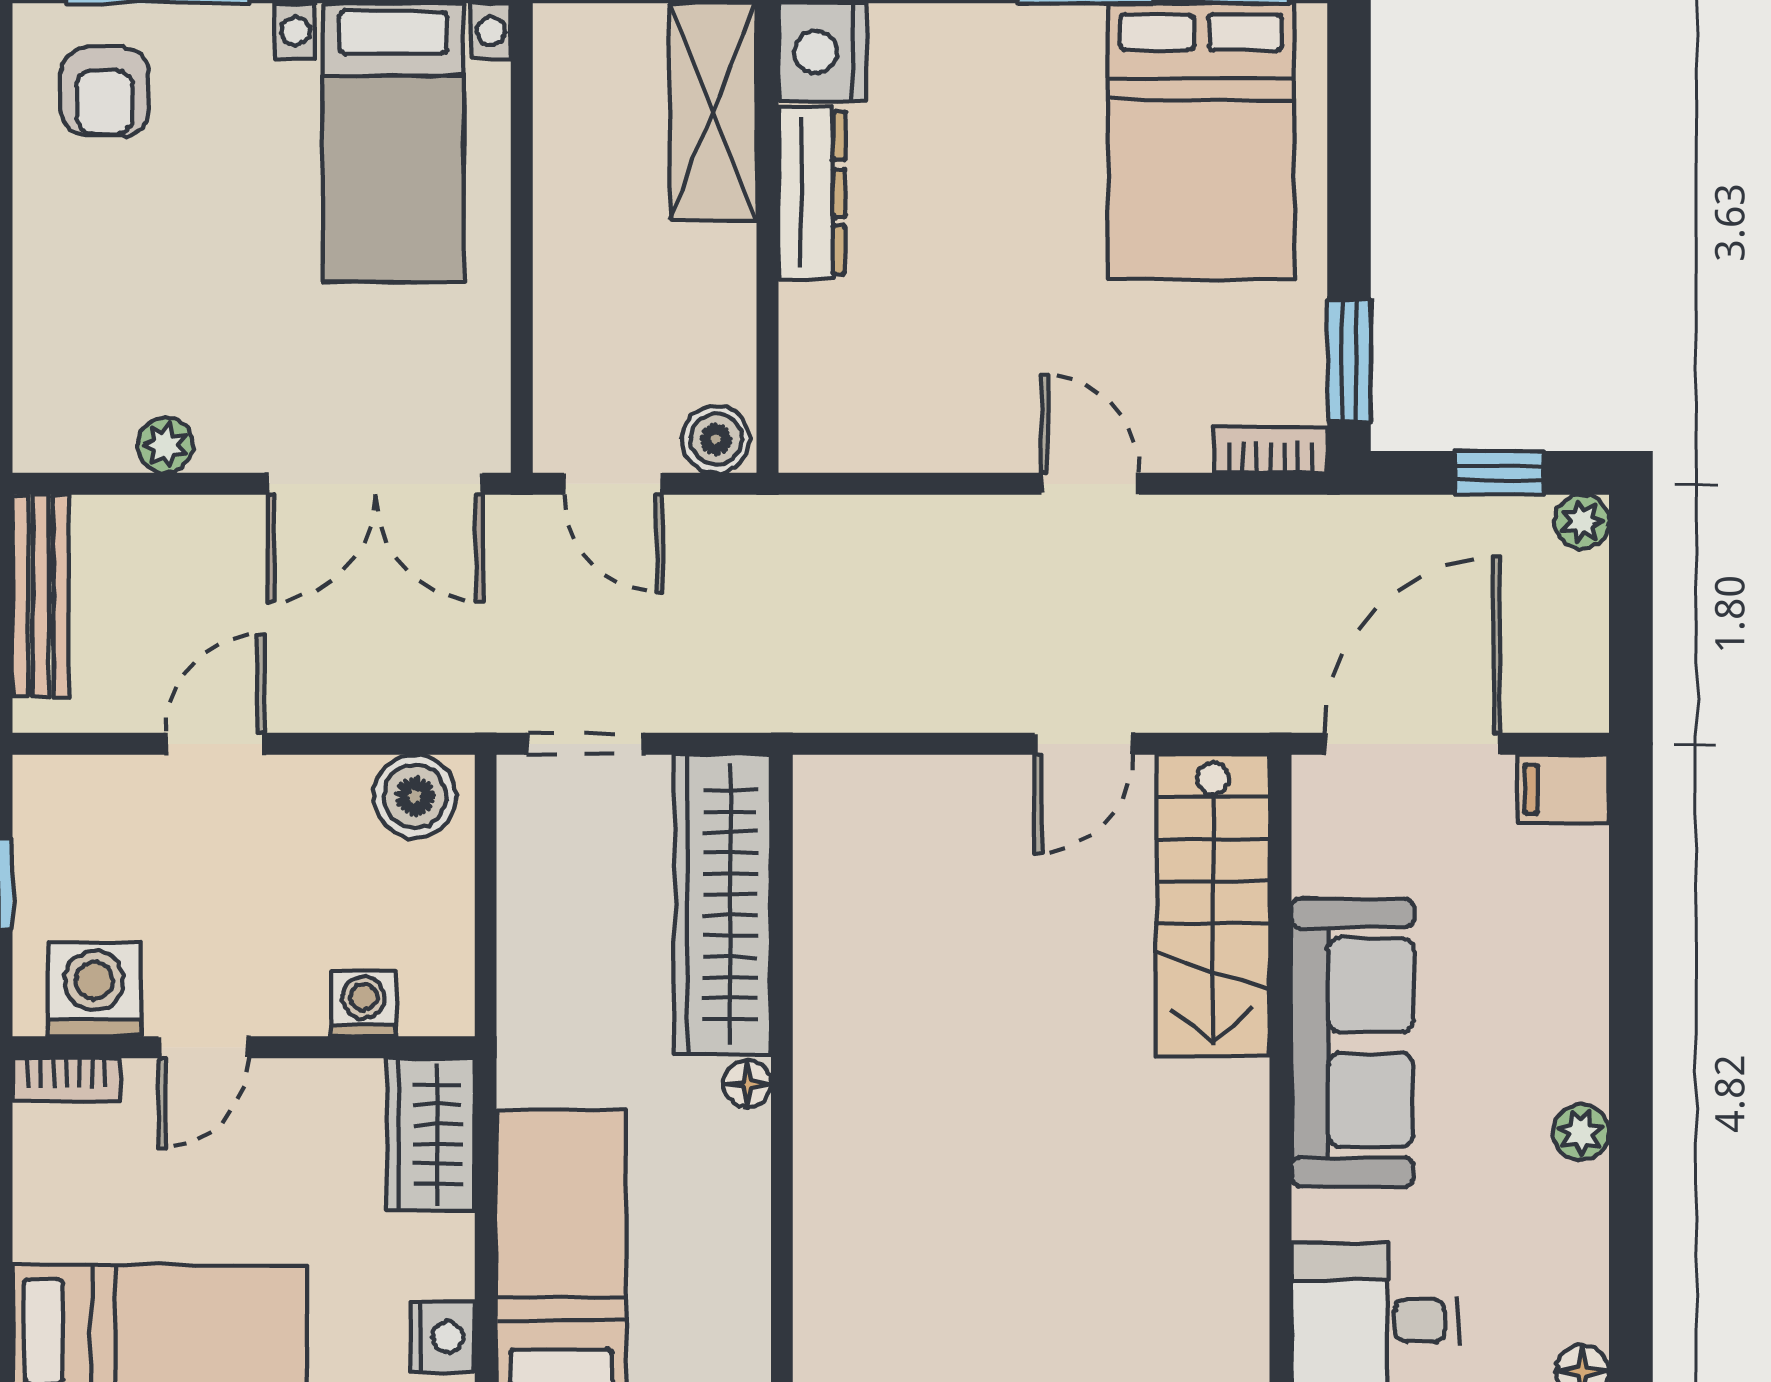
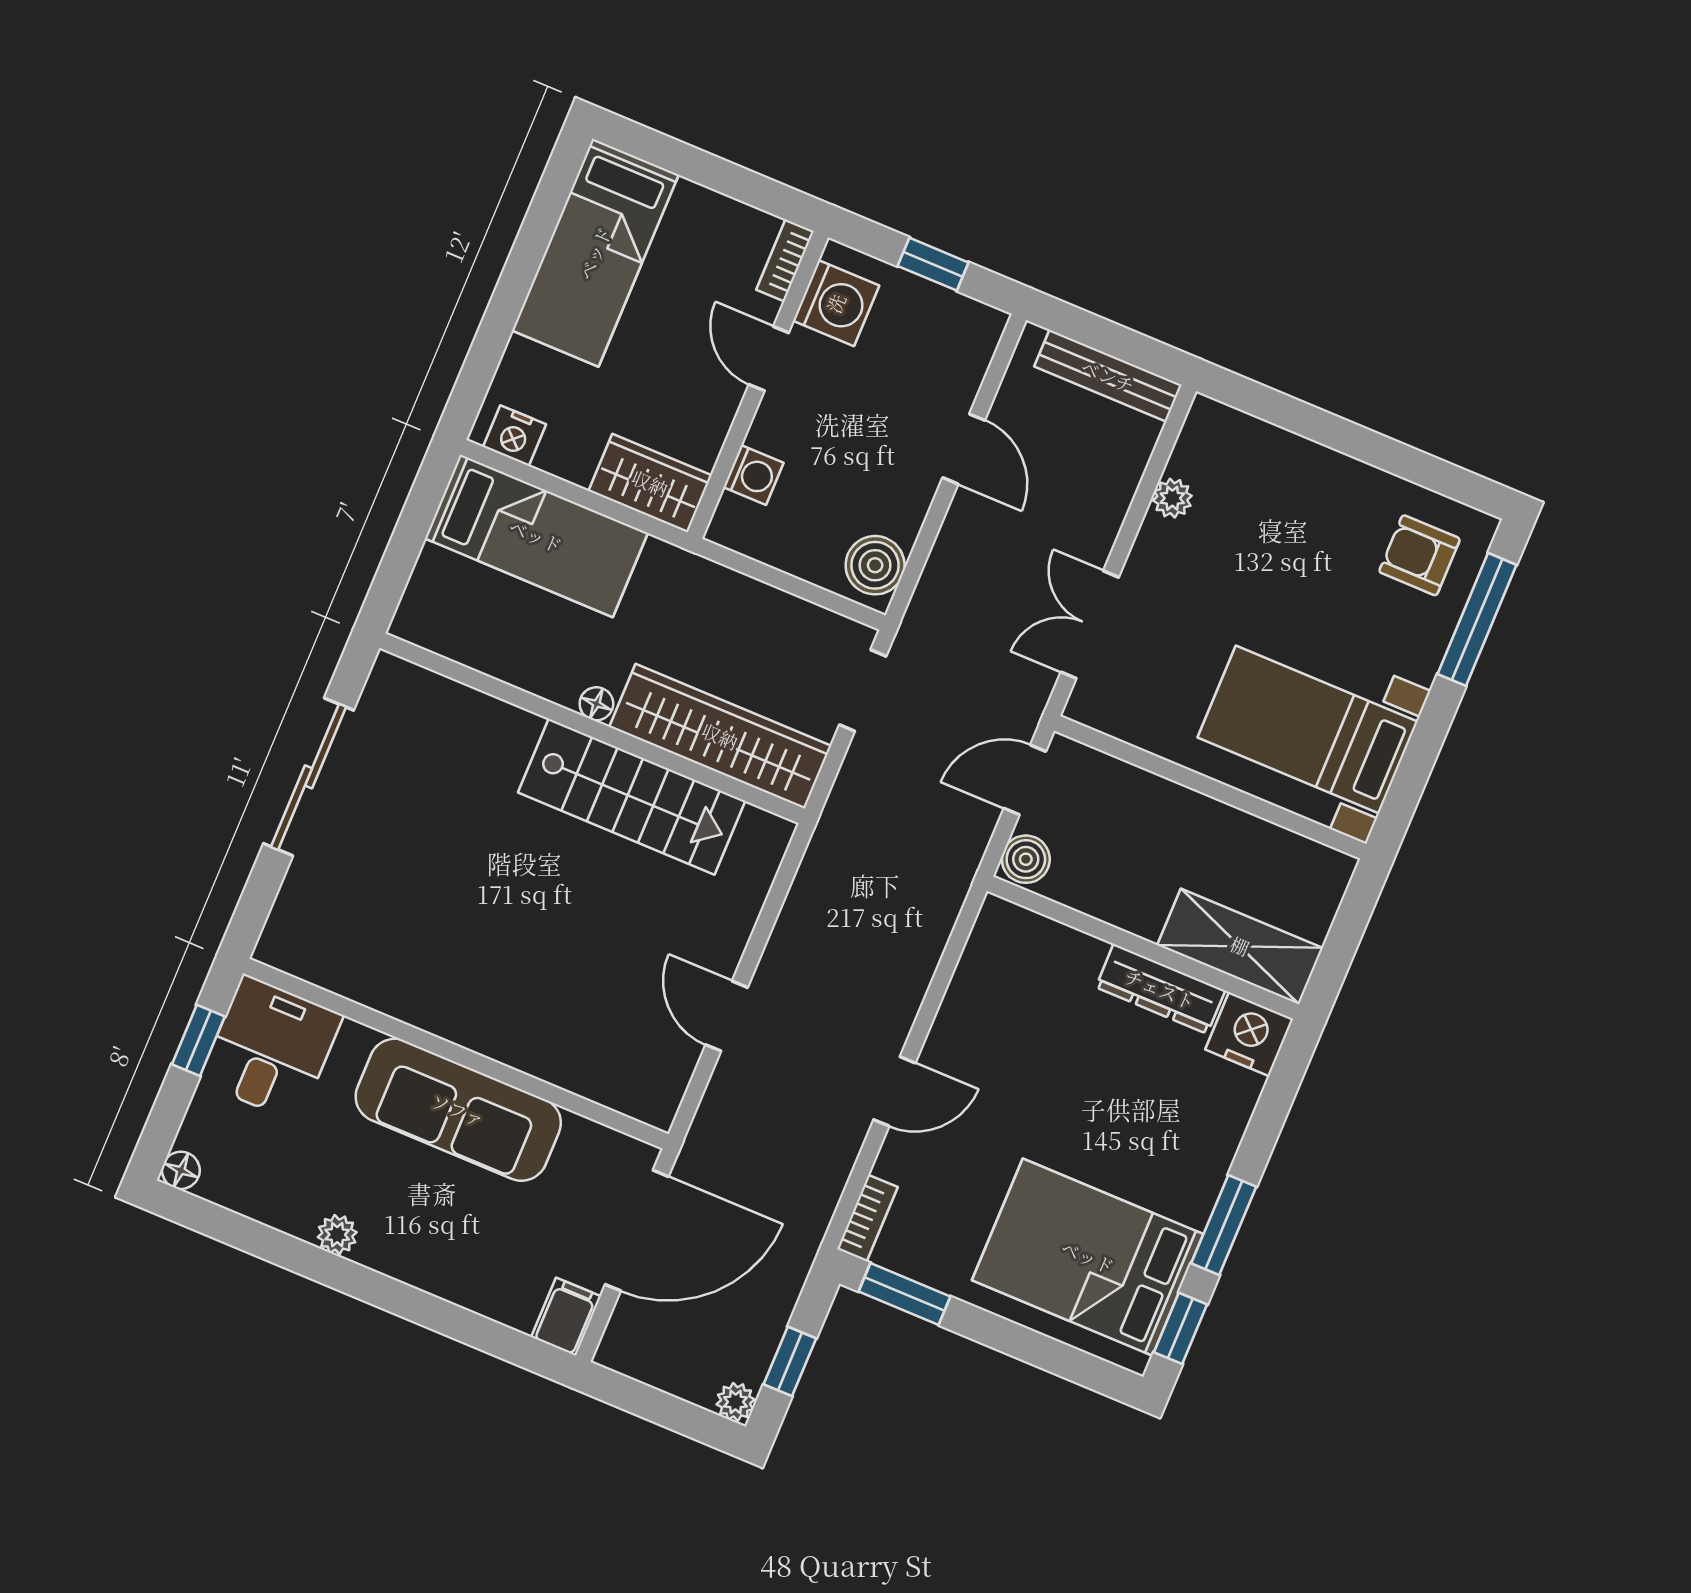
double door: (375, 484) -> (1090, 625), width x0.73
door: (1412, 744) -> (637, 1230), hinge flipped
stairs: (1213, 905) -> (632, 797), moved, turned 180

